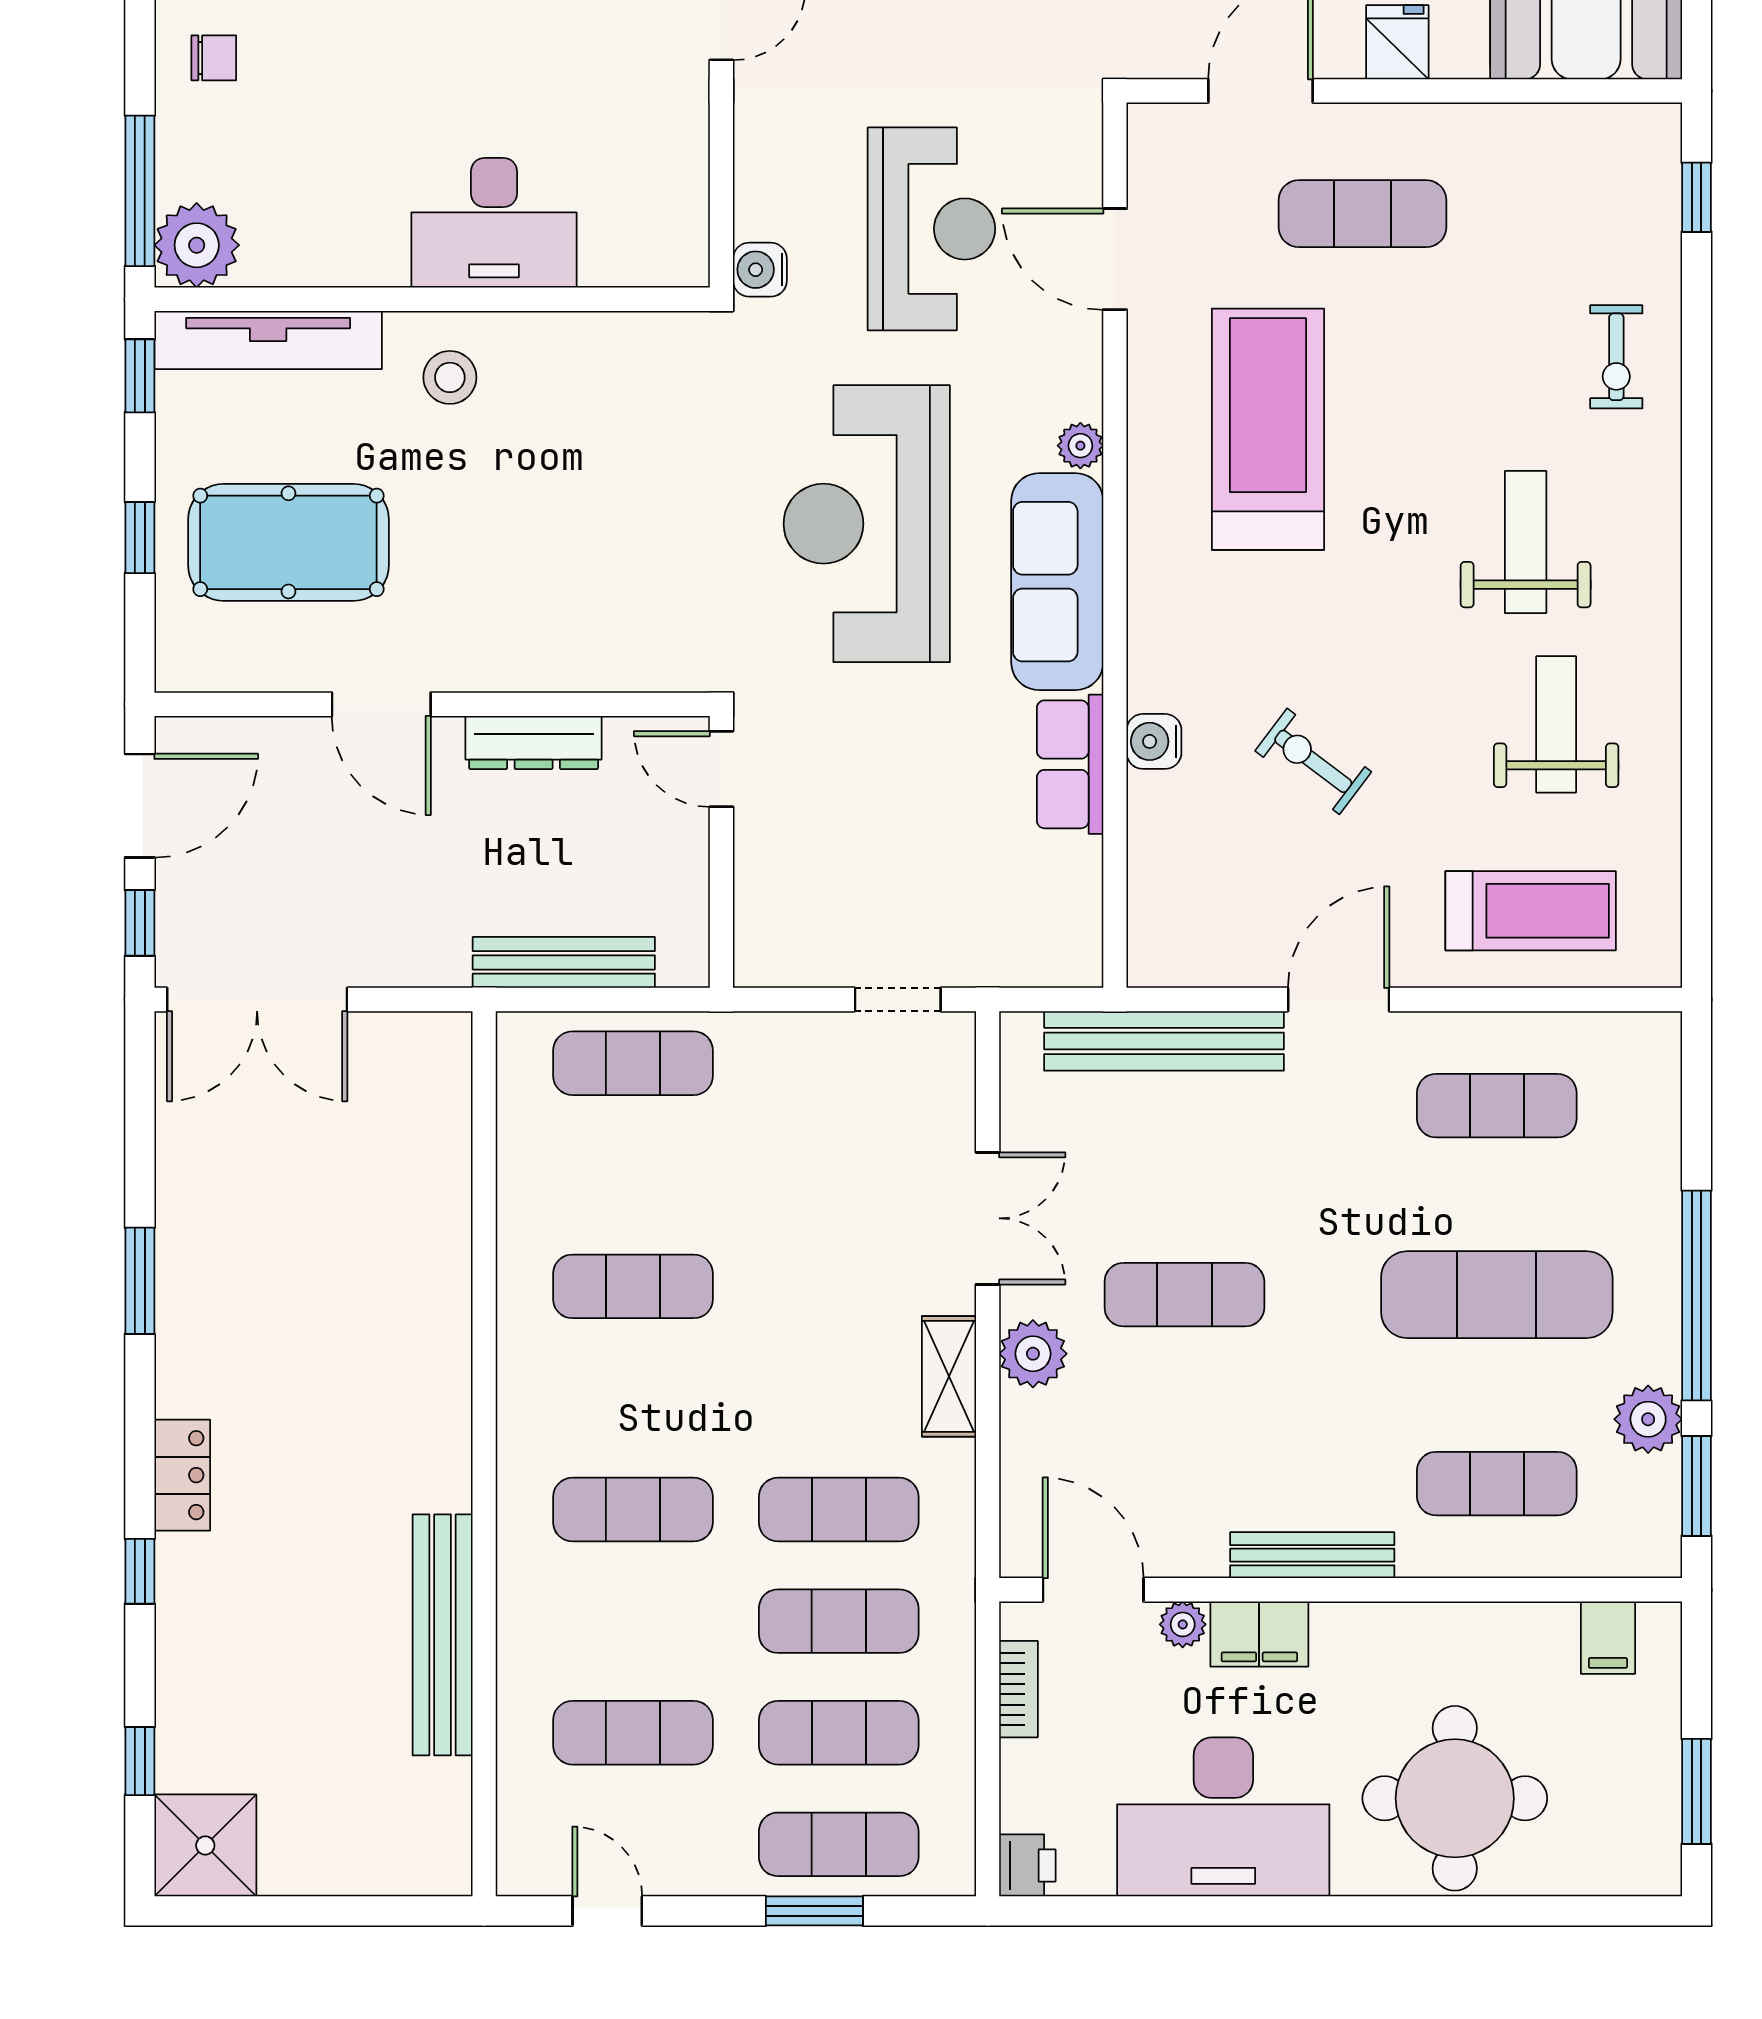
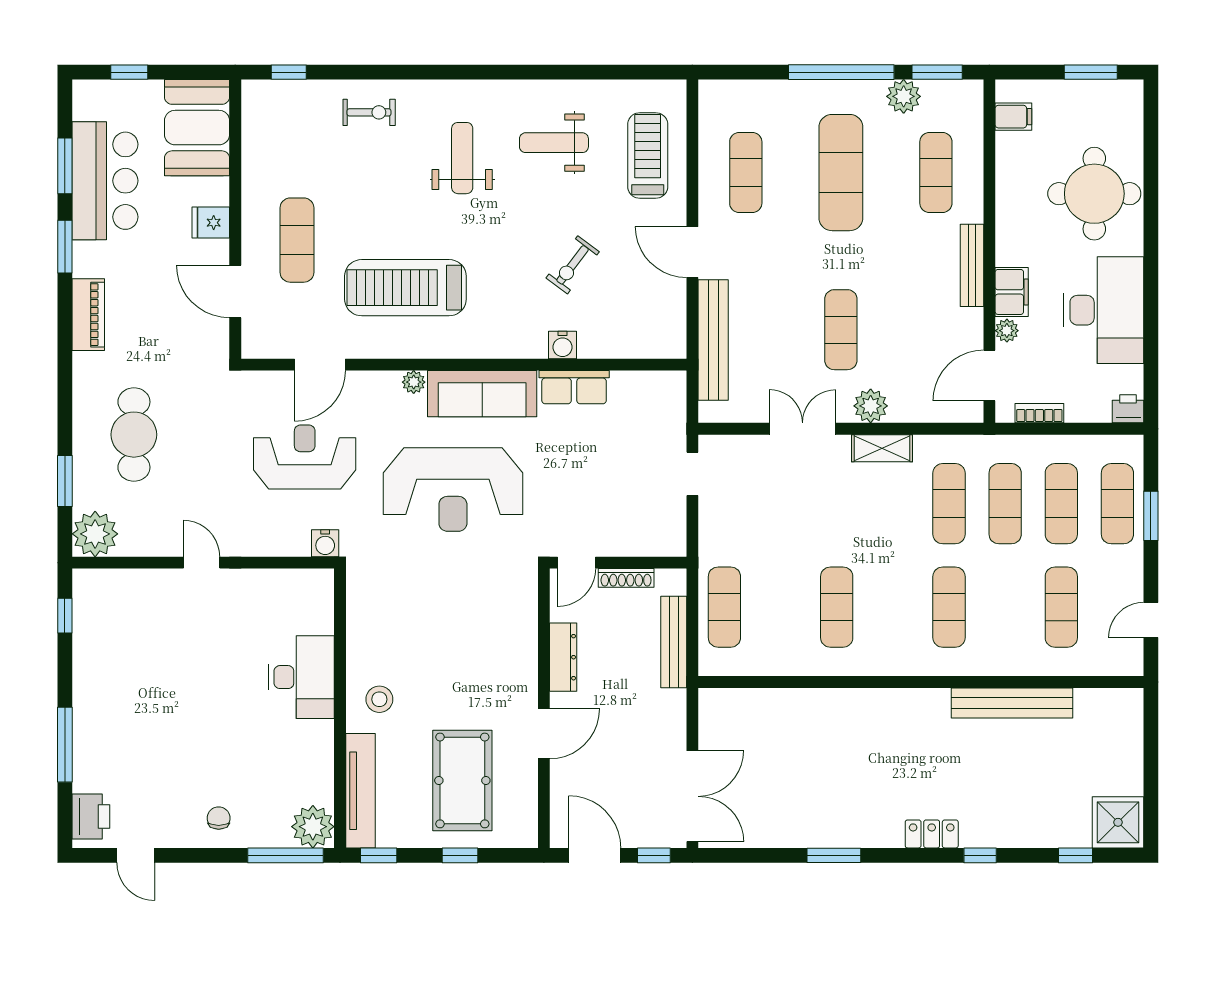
weight bench: (1526, 542) -> (462, 158), turned 90
shoe rack: (691, 868) -> (626, 578), added

